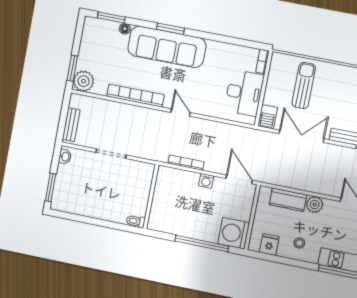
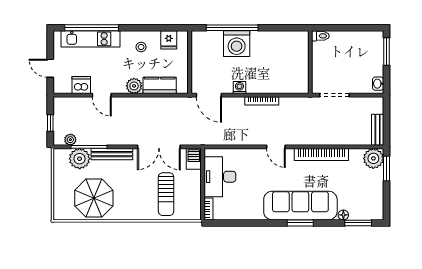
bench: (71, 125) -> (378, 130), moved
wall: (151, 197) -> (310, 62), moved
toilet: (136, 221) -> (320, 36), moved
washing machine: (234, 233) -> (237, 44), moved, turned 90

